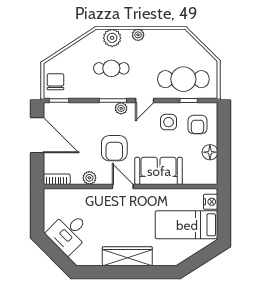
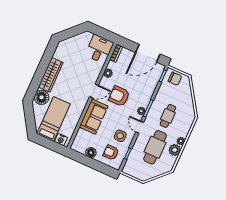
plant: (112, 38) -> (175, 150), moved
cafe table: (183, 79) -> (155, 147), moved
desk: (69, 233) -> (99, 49), moved, turned 45
floor lamp: (164, 255) -> (42, 97), added

